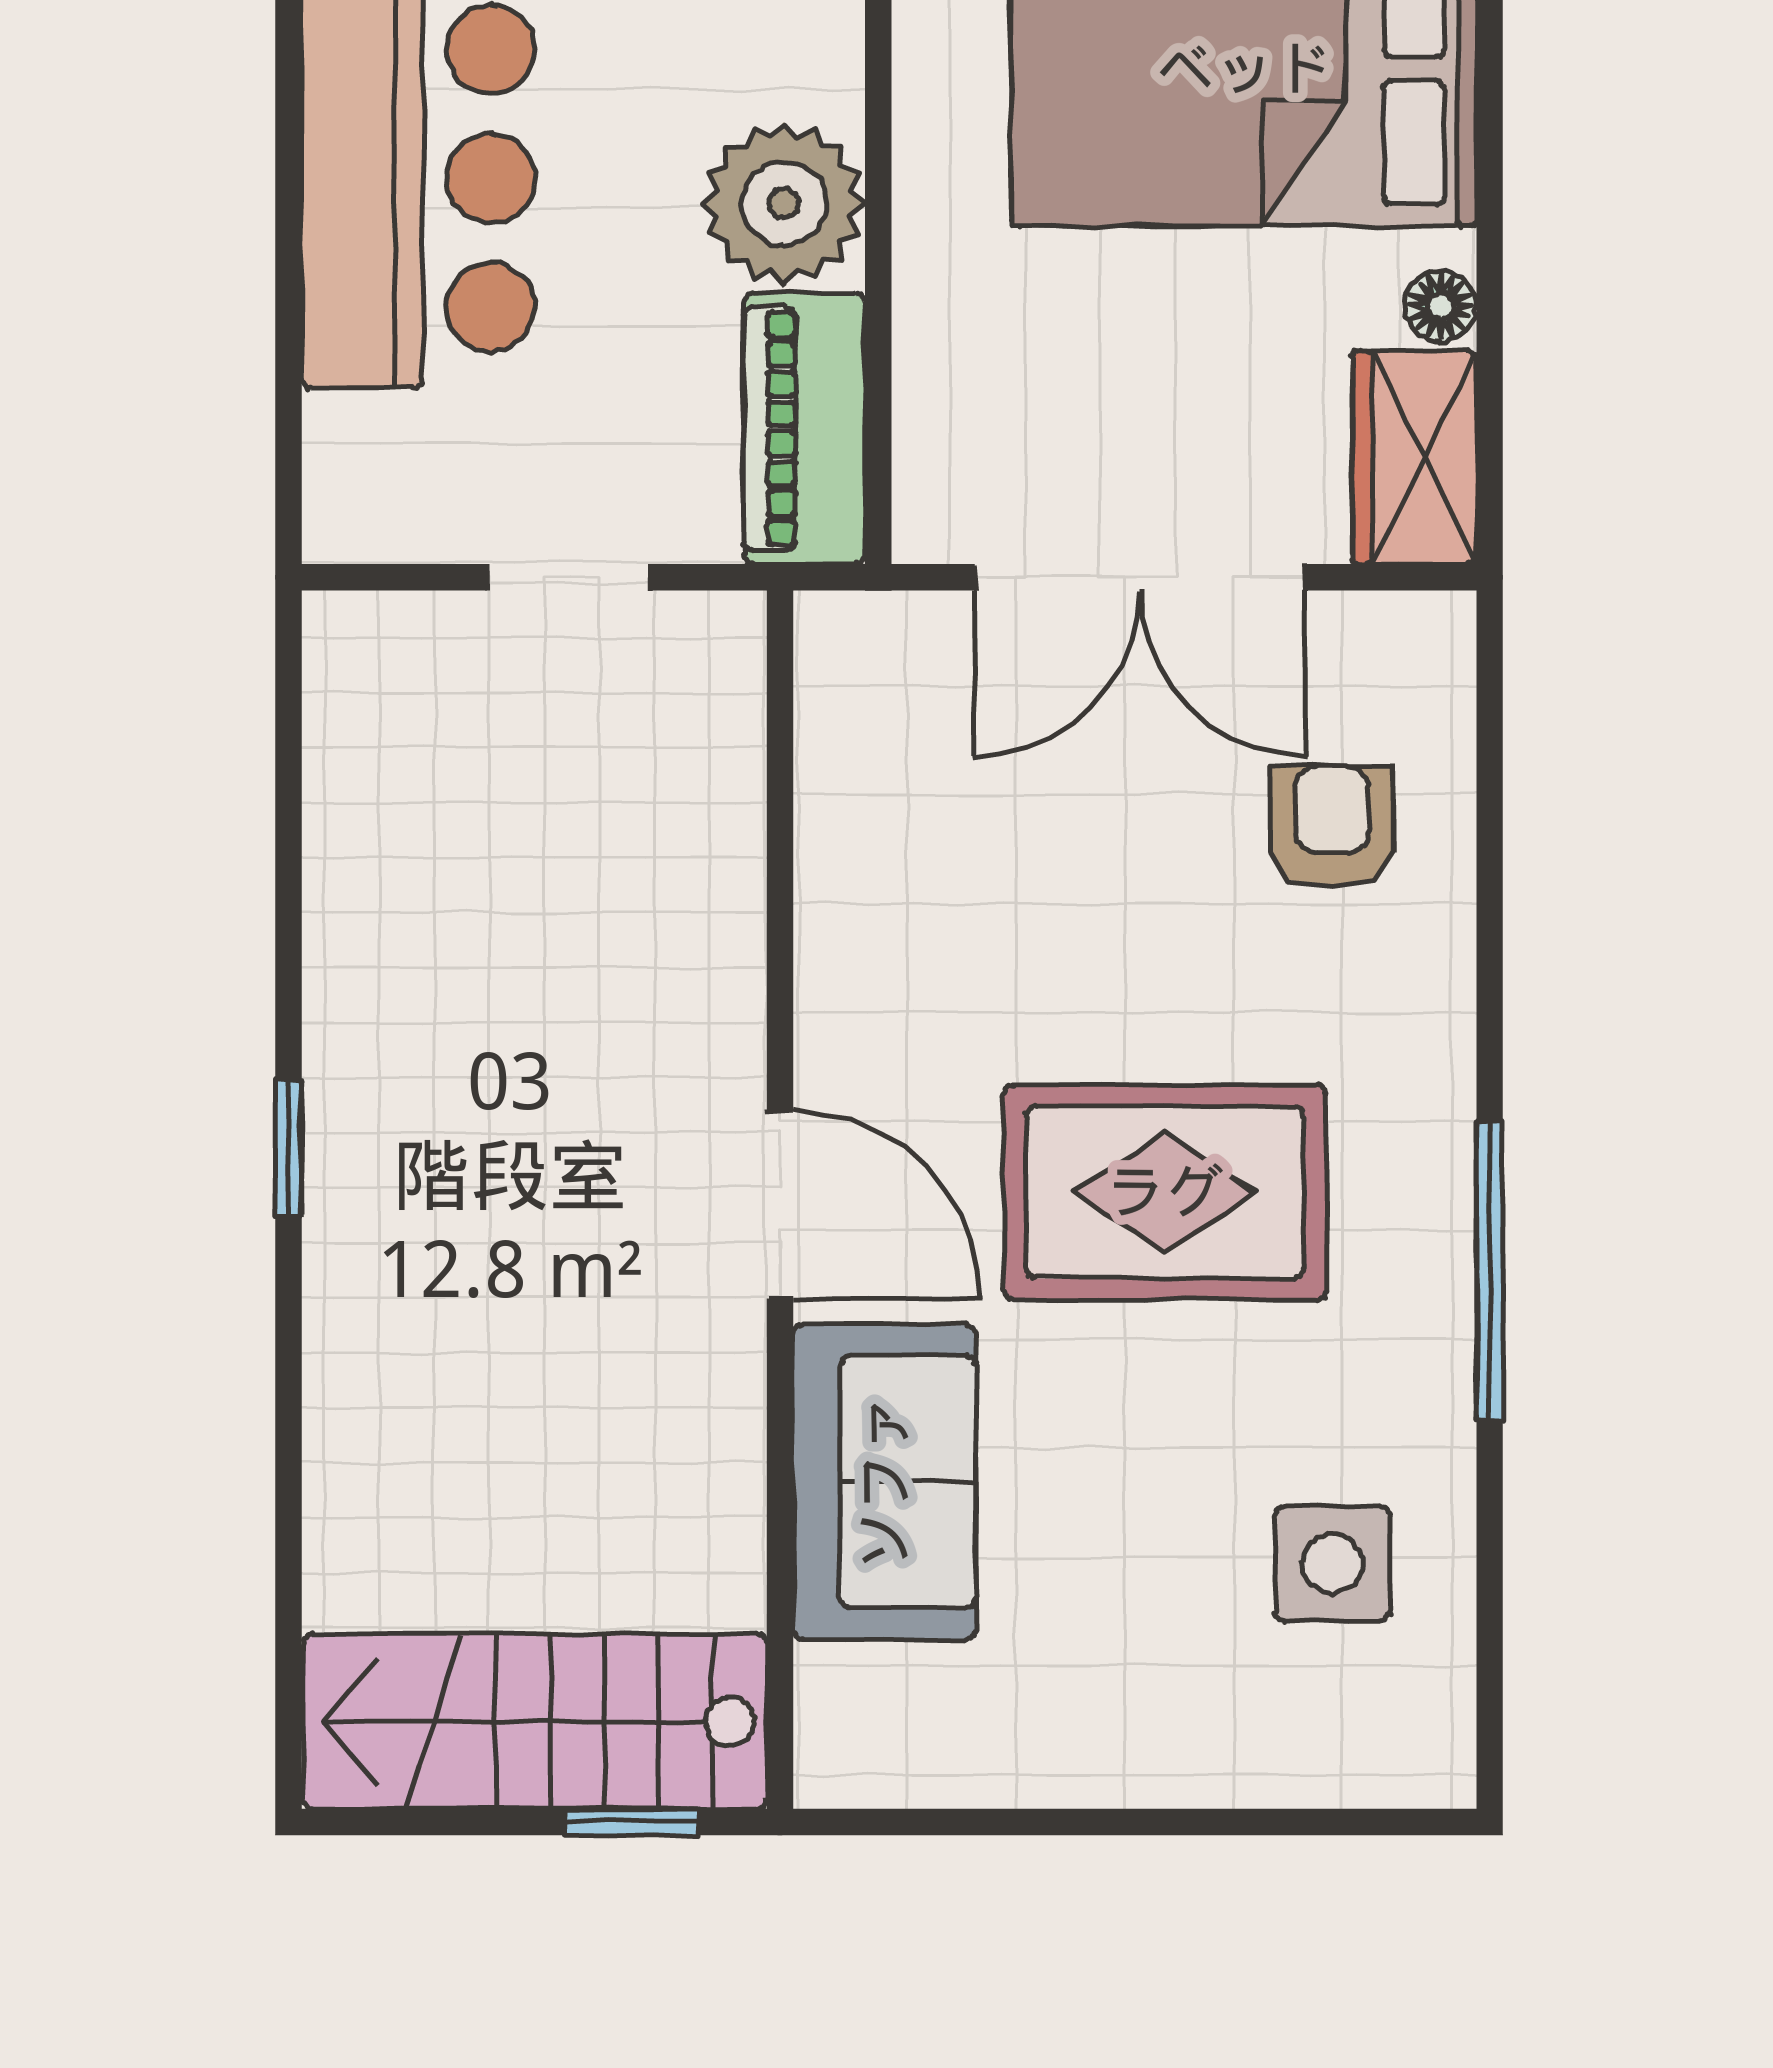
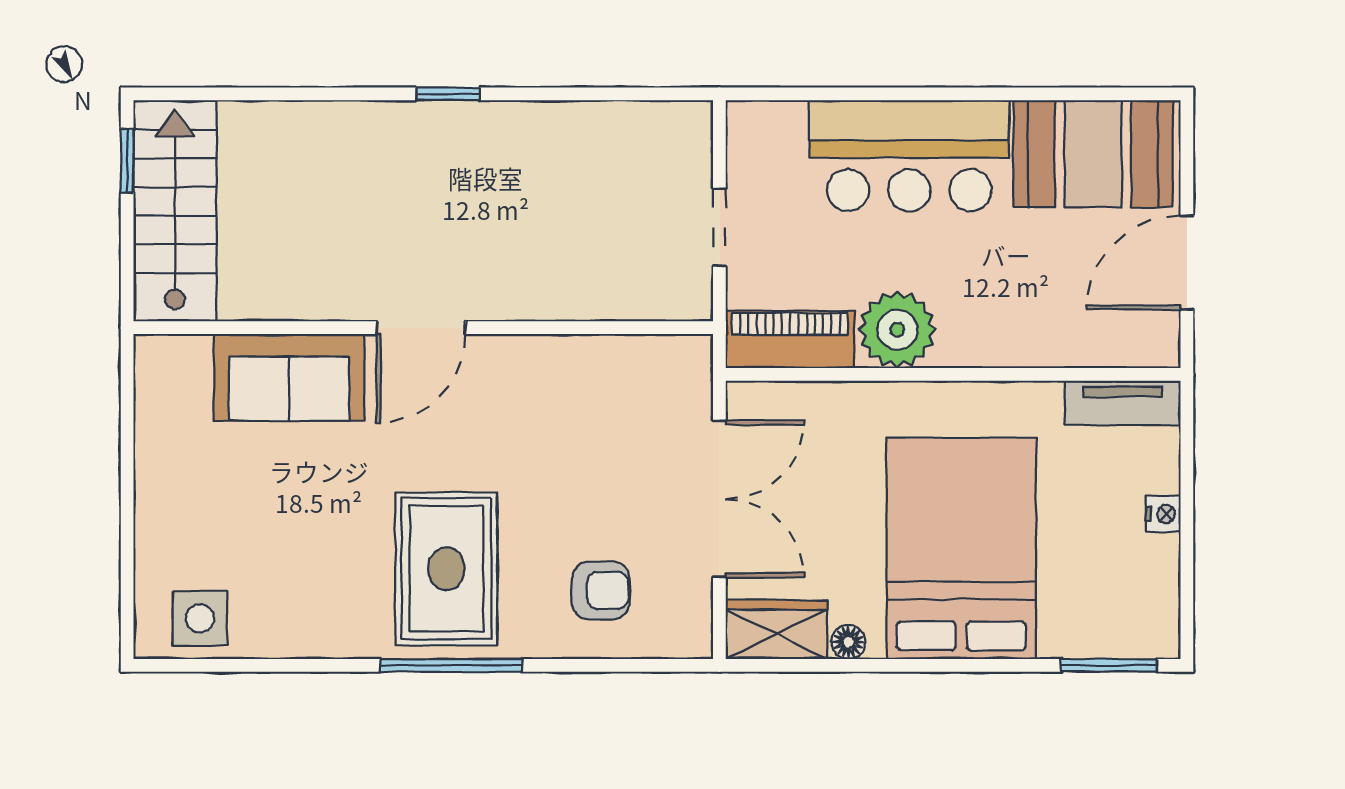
double door: (1140, 577) -> (719, 499), swing flipped
rug: (1165, 1192) -> (446, 569), moved
window: (1490, 1270) -> (451, 665), moved
side table: (1333, 1564) -> (200, 619), moved
window: (632, 1822) -> (127, 161), moved

